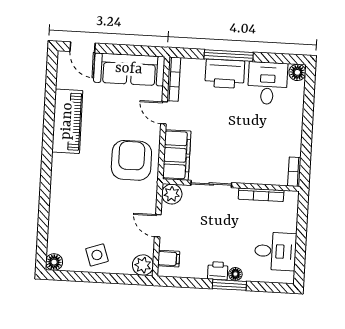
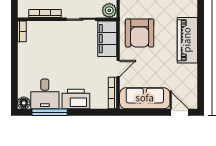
window: (229, 56) -> (50, 112), moved
door: (164, 113) -> (118, 68), hinge flipped
piano: (67, 121) -> (187, 40), moved

